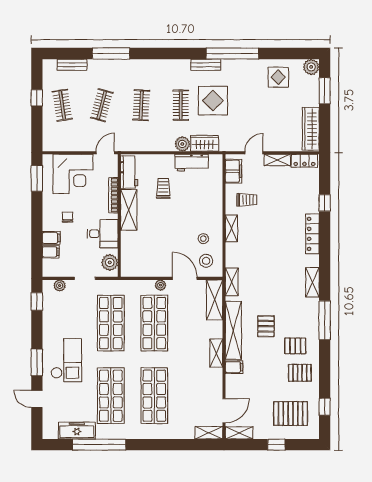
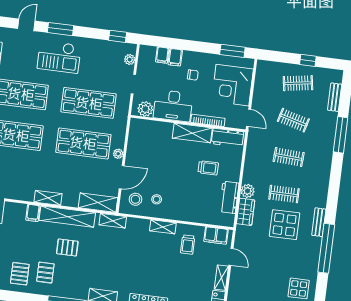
desk: (103, 234) -> (173, 106), width x1.37

